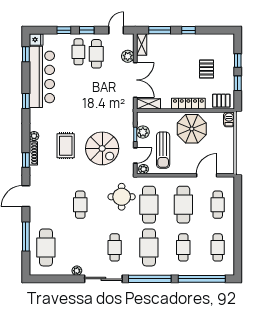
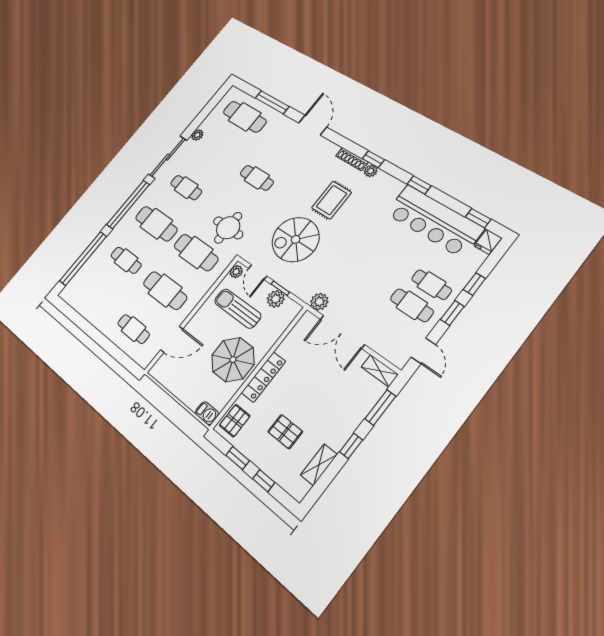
plant: (128, 56) -> (319, 302), moved
shelving: (148, 104) -> (319, 465), moved
rug: (66, 146) -> (331, 200), turned 90
window: (26, 160) -> (373, 159), moved
door: (207, 175) -> (172, 339), hinge flipped
cafe table: (218, 247) -> (95, 297), removed

